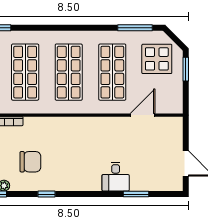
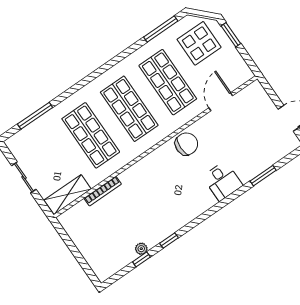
chair: (30, 162) -> (186, 144), moved
desk: (116, 177) -> (222, 181), moved
window: (47, 194) -> (169, 240), moved

